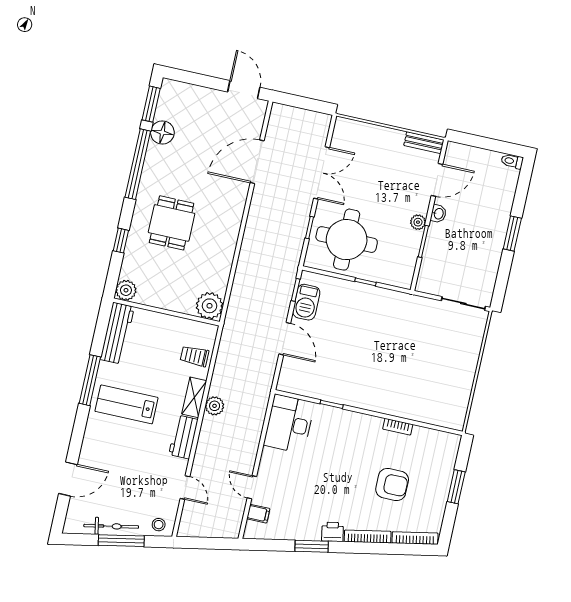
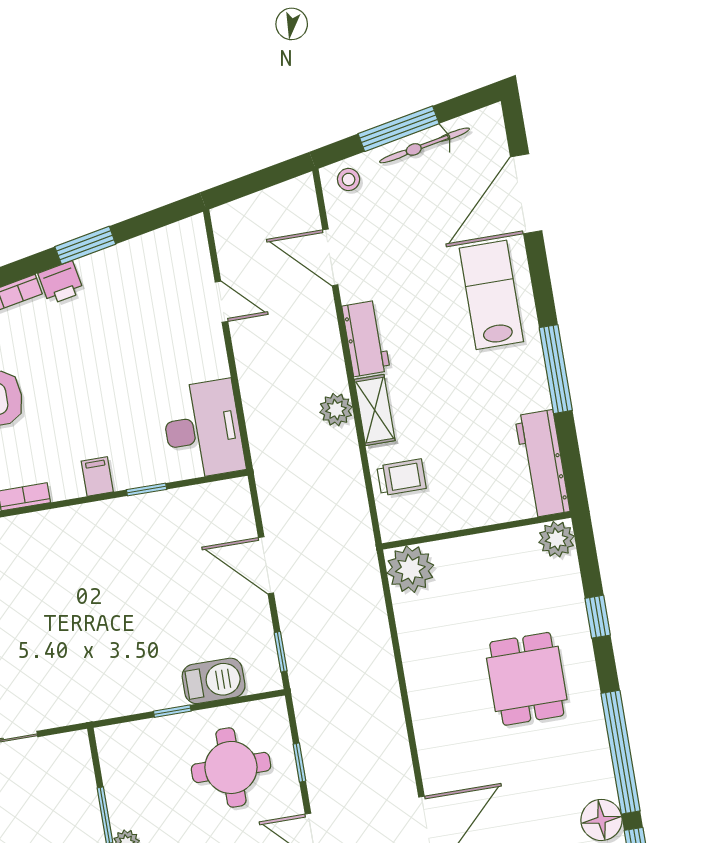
round table: (347, 240) -> (231, 767), width x0.73, depth x0.73
barbecue: (306, 302) -> (214, 681), moved, turned 90
lab bench: (126, 404) -> (491, 295), moved, turned -90
door: (68, 479) -> (526, 194), width x1.36
door: (185, 487) -> (330, 257), width x1.38
filing cabinet: (258, 514) -> (97, 476), moved, turned 90

